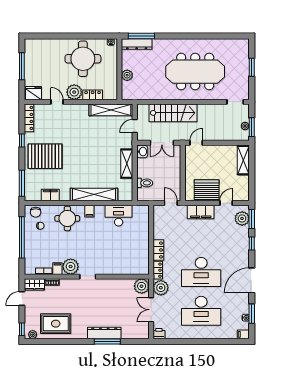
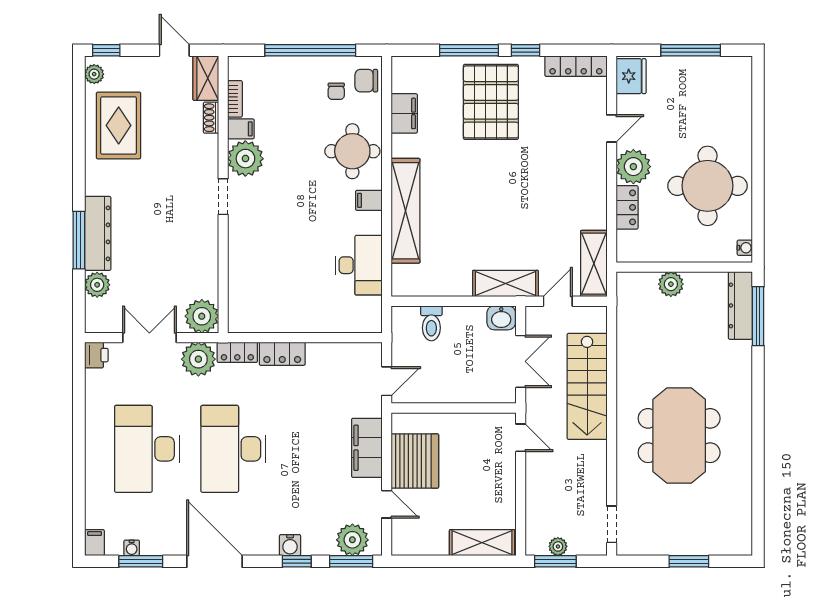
meeting table: (195, 72) -> (679, 436), width x0.73
shelving: (111, 110) -> (594, 264), width x0.68
door: (135, 126) -> (558, 301), hinge flipped
double door: (162, 143) -> (521, 361), swing flipped
shelving: (127, 164) -> (505, 284), moved
window: (22, 183) -> (469, 50), moved
water cooler: (244, 246) -> (290, 545), added
plant: (127, 333) -> (97, 285), added

